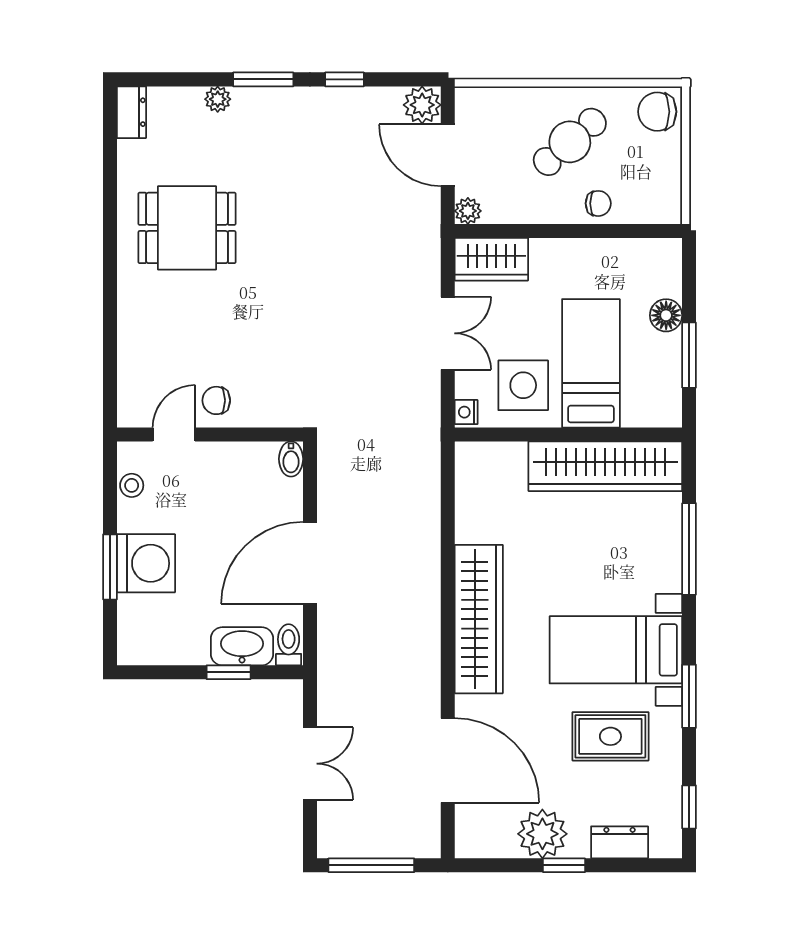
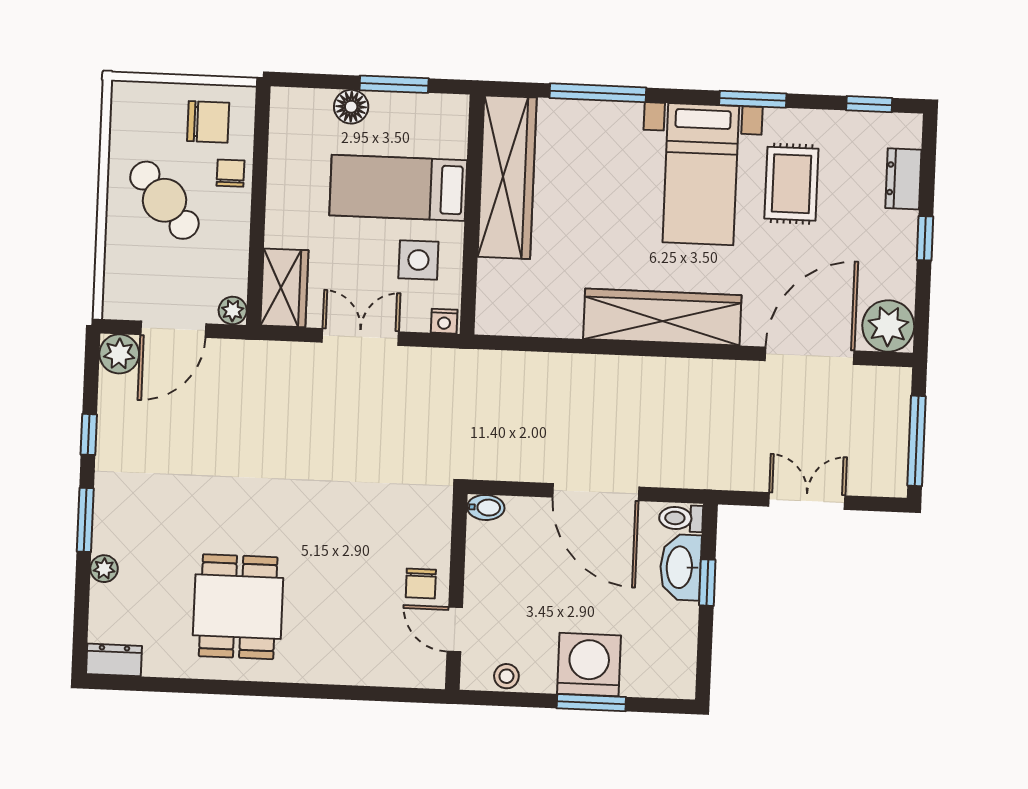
chair: (657, 112) -> (208, 122), moved, turned -90
side table: (523, 385) -> (418, 260), width x0.73, depth x0.73
plant: (542, 834) -> (888, 326), moved

